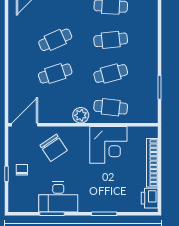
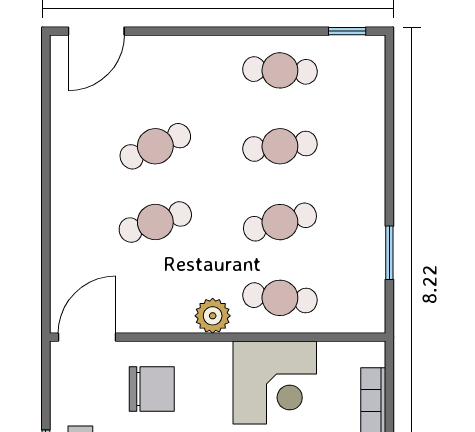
chair: (54, 148) -> (152, 389), turned -56

